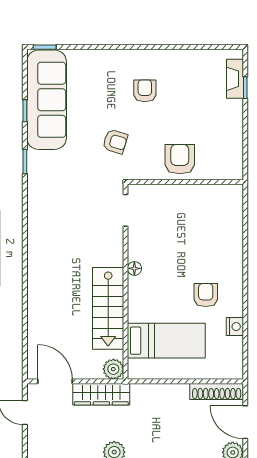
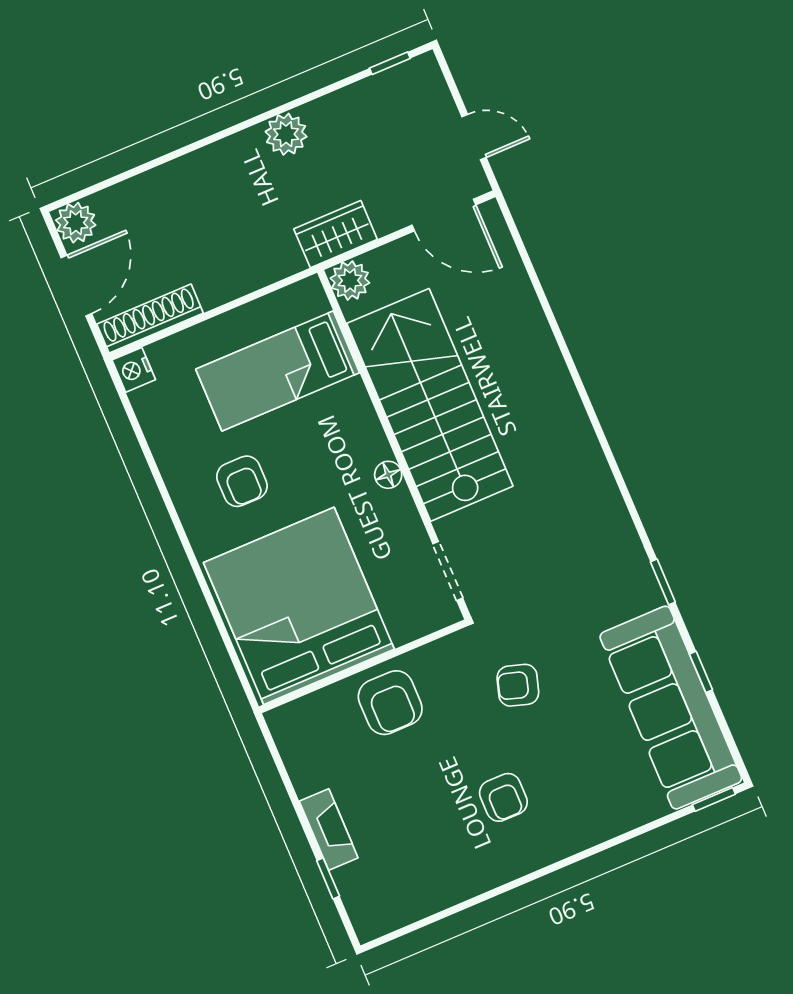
fireplace: (235, 79) -> (329, 829), moved
bed: (204, 224) -> (299, 606), added
stairs: (108, 308) -> (430, 405), width x1.36, depth x1.51
nightstand: (235, 327) -> (134, 370), moved
wardrobe: (101, 394) -> (336, 234), width x0.67
door: (245, 422) -> (76, 286), hinge flipped

